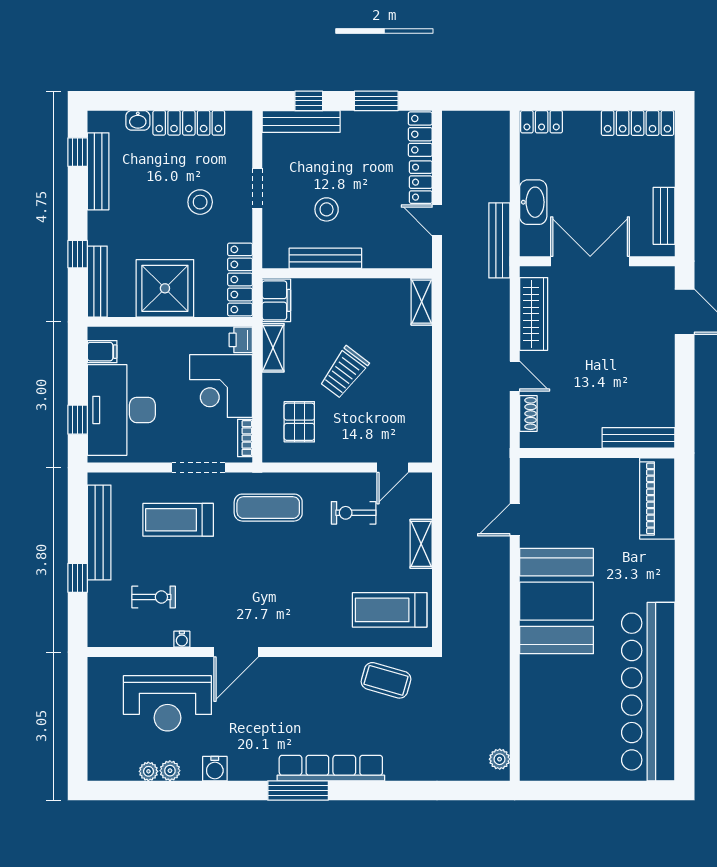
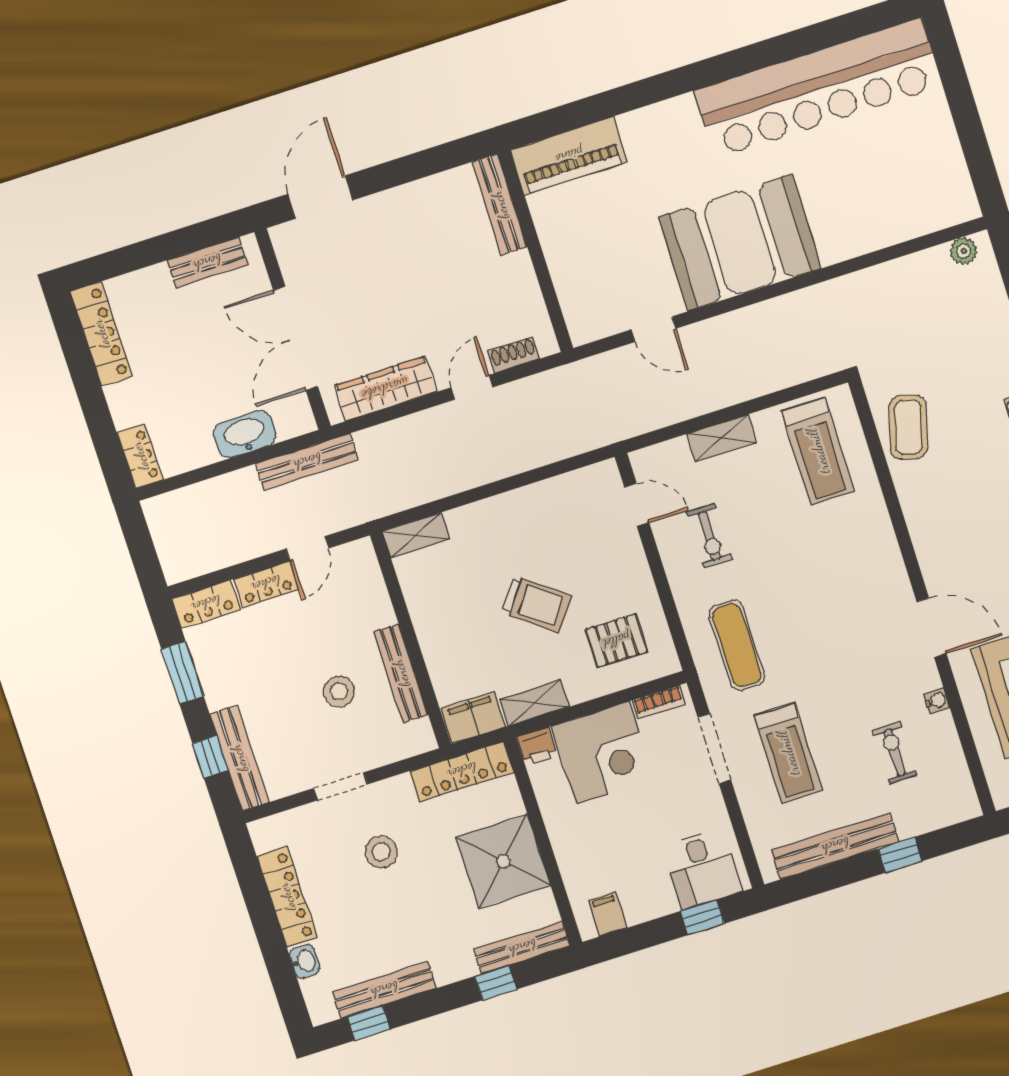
desk: (121, 410) -> (702, 869), width x0.53, depth x0.77

